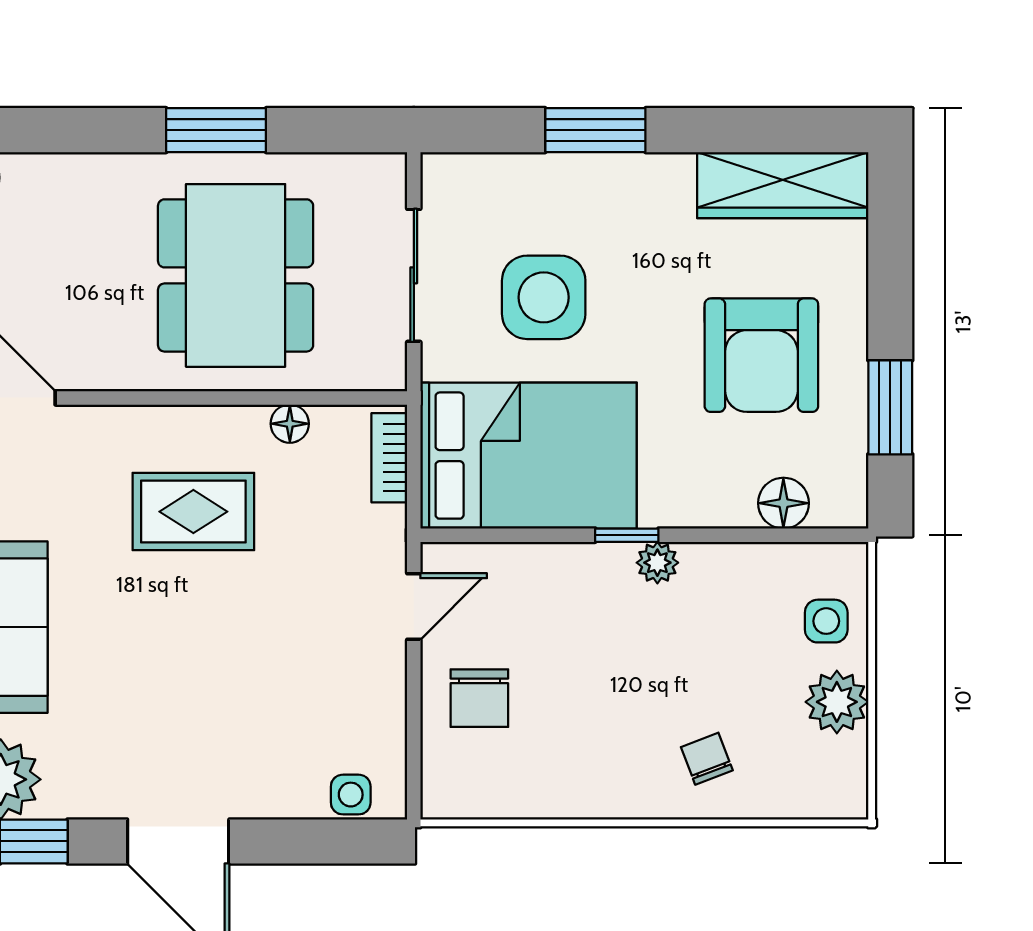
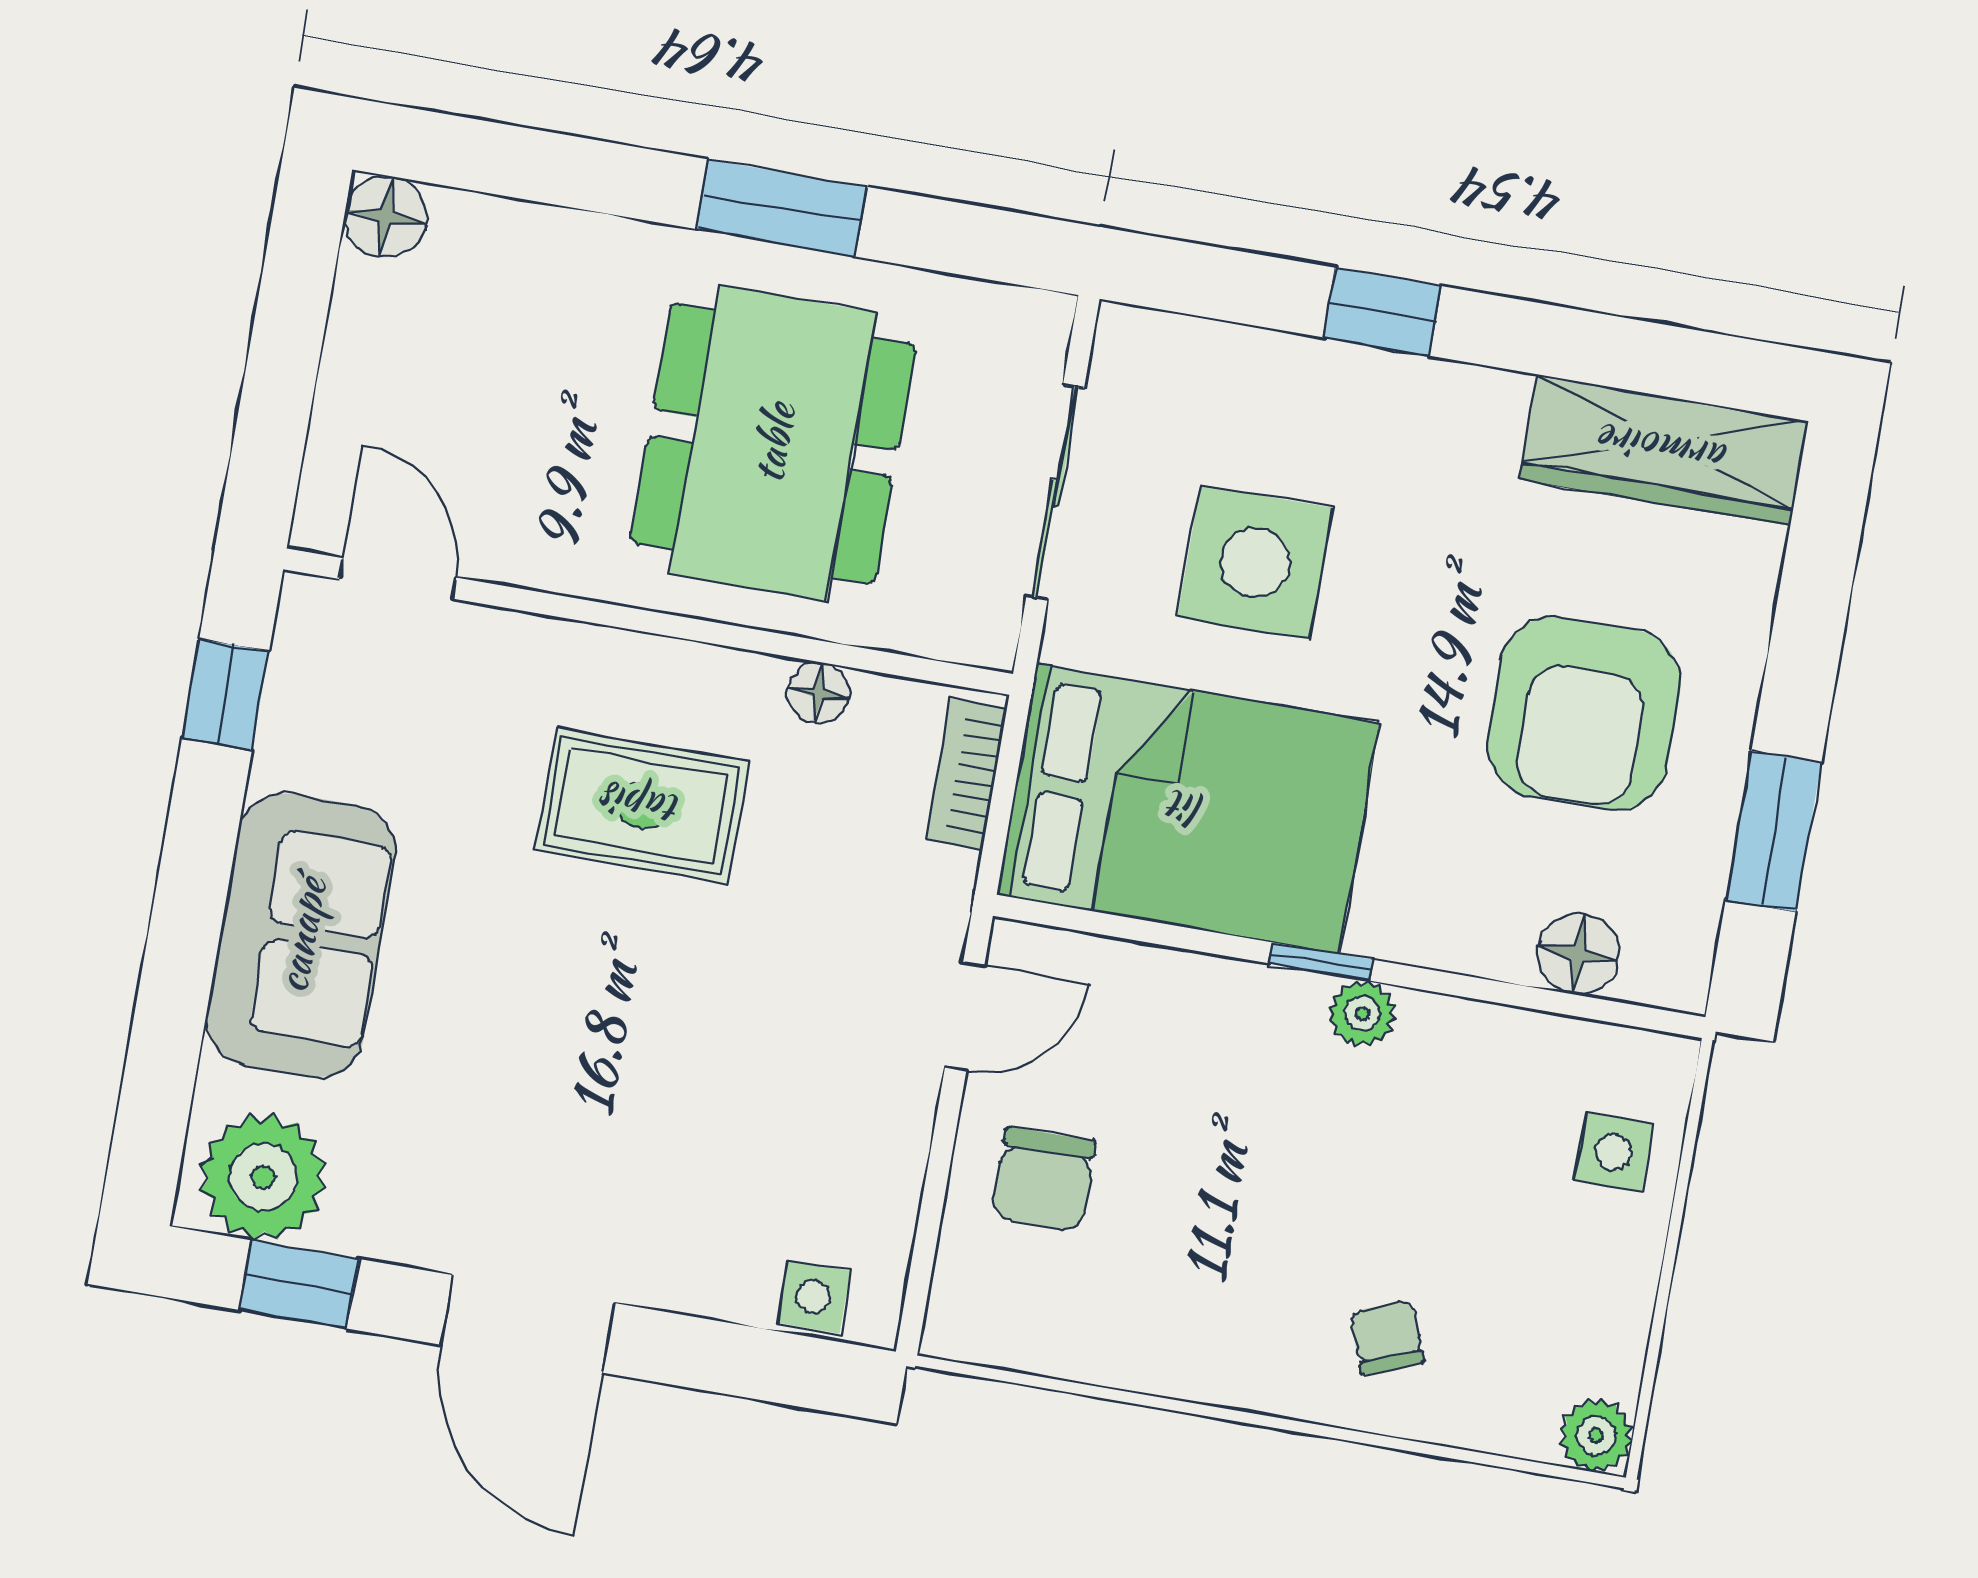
window: (595, 130) -> (1382, 312), width x0.67
plant: (837, 702) -> (1596, 1435), moved, width x0.73, depth x0.73

